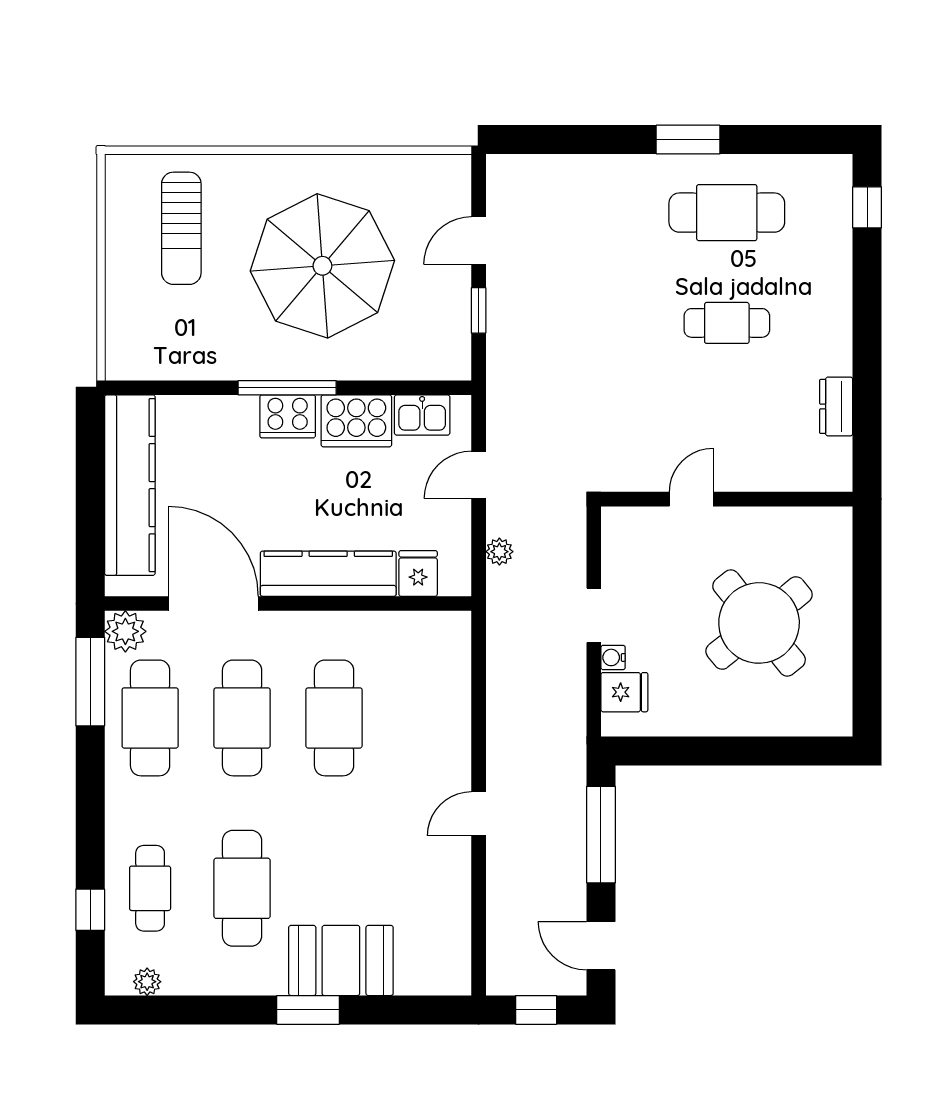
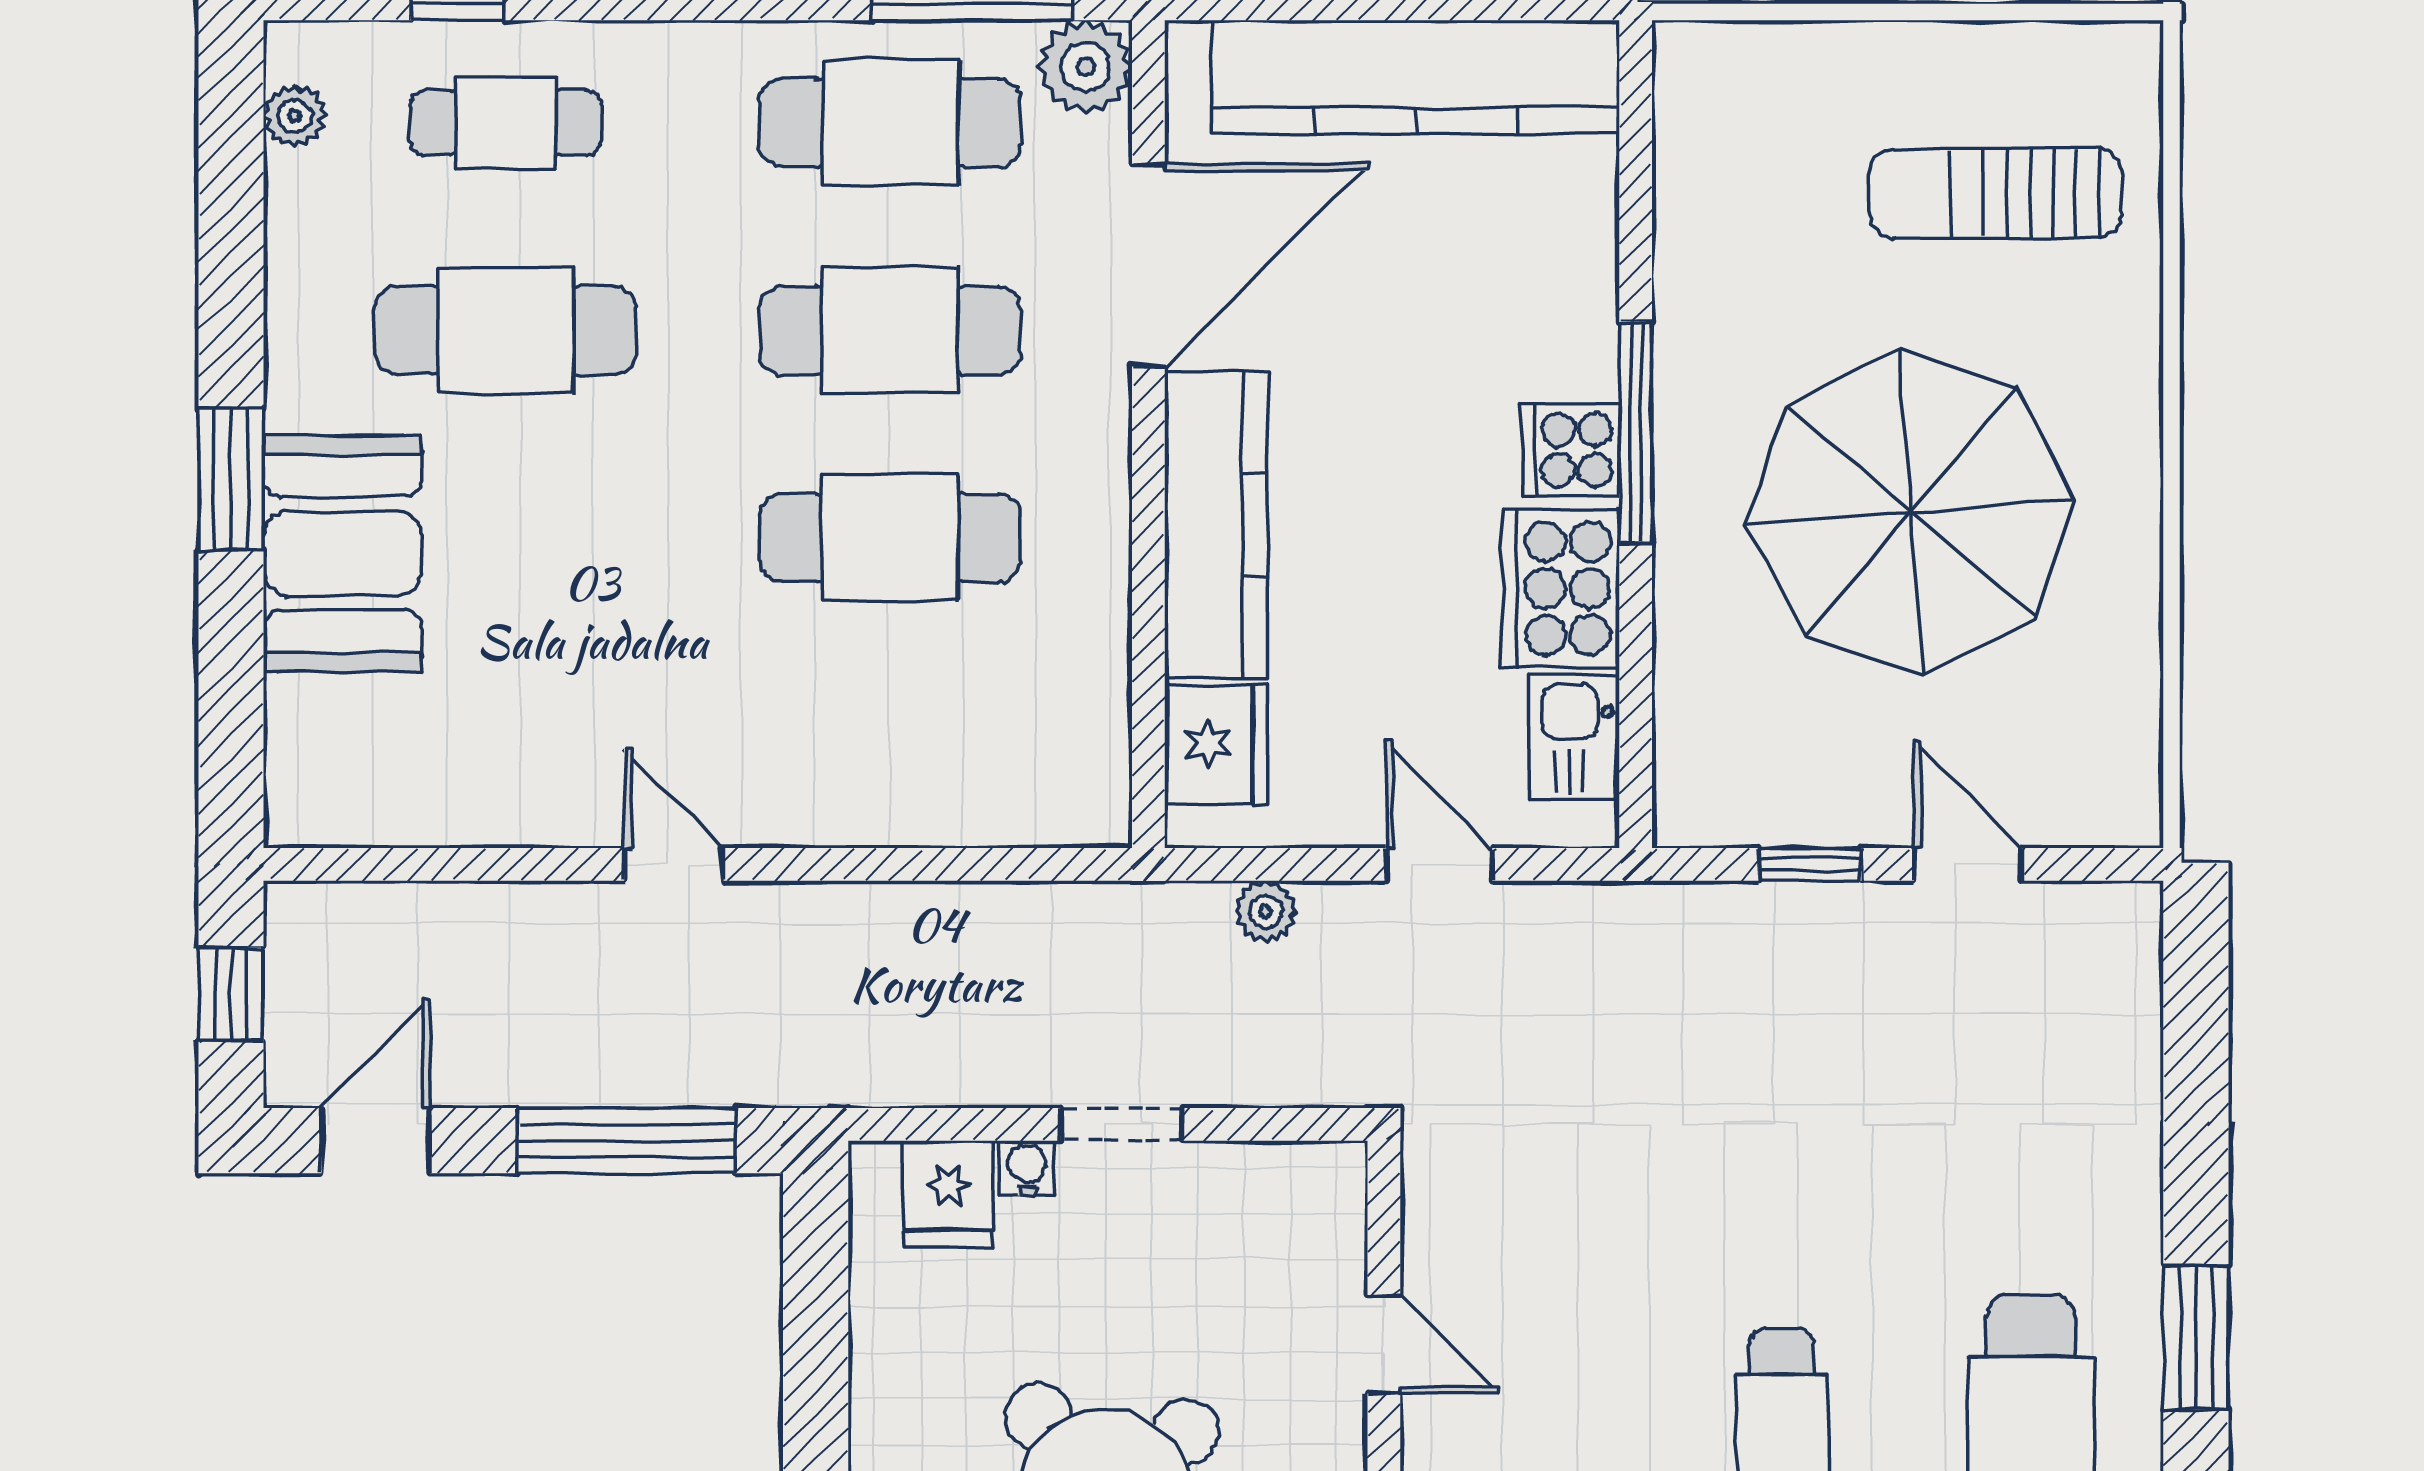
cooker: (288, 416) -> (1571, 450), width x0.73
fridge: (418, 573) -> (1216, 744), width x1.38

